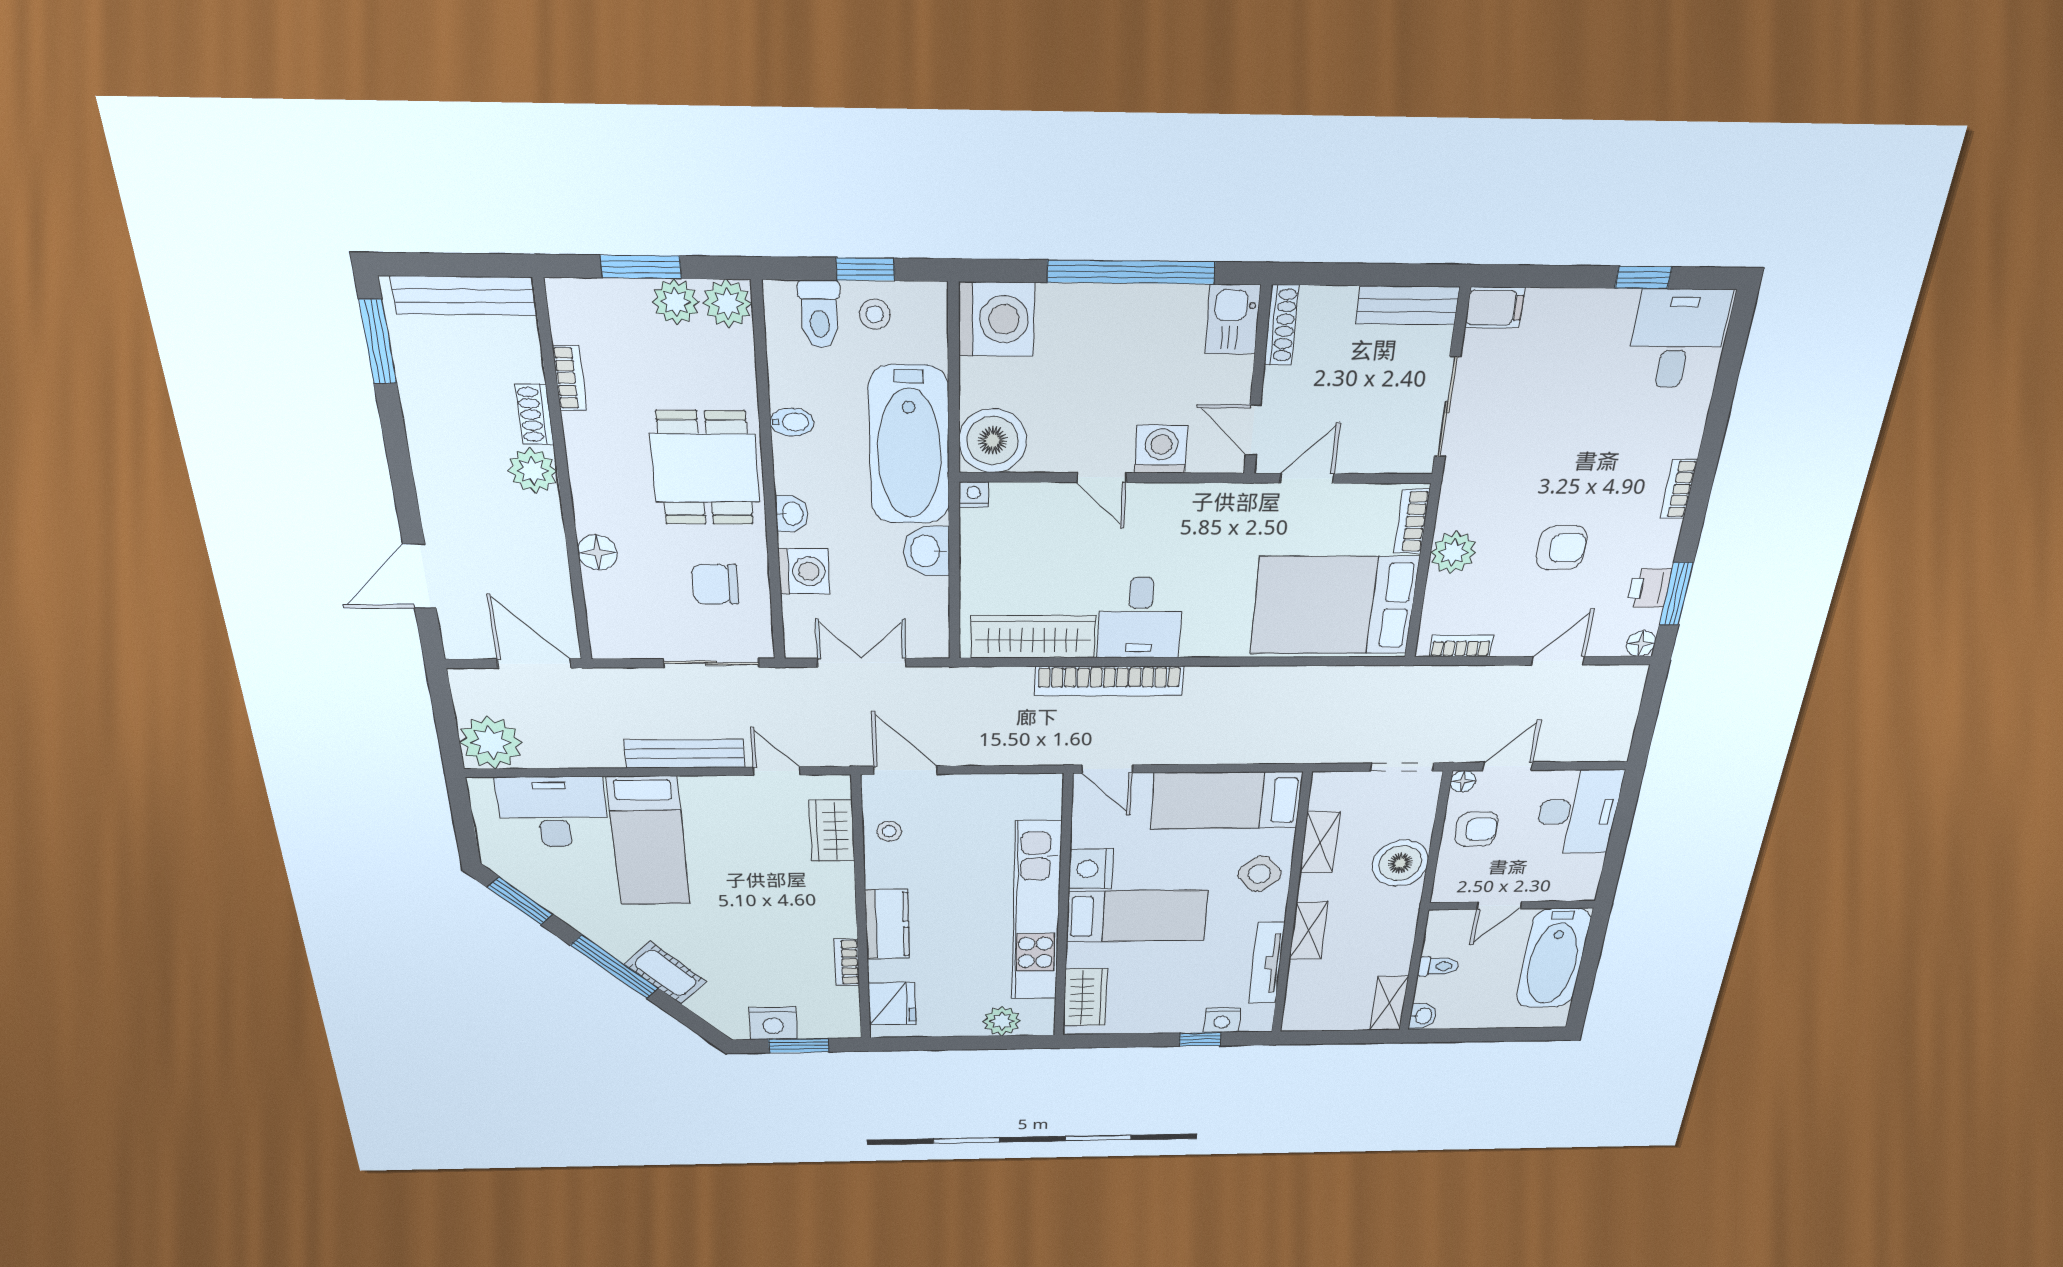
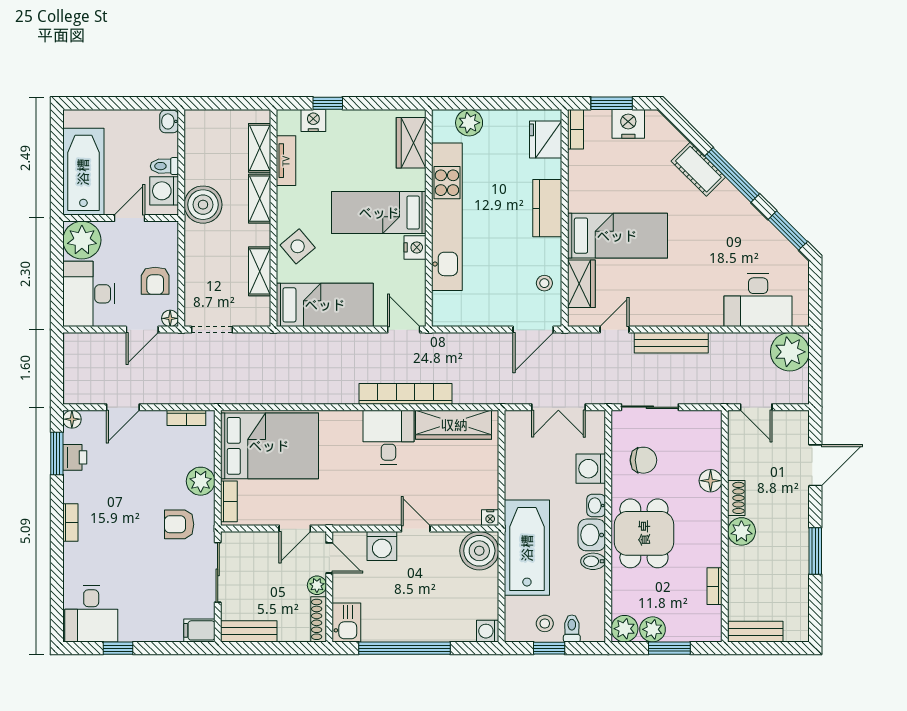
bench: (464, 296) -> (755, 632), width x0.73
toilet: (820, 314) -> (572, 628), width x0.73, depth x0.72
washing machine: (996, 319) -> (488, 631), width x0.53, depth x0.53
window: (378, 342) -> (815, 551), moved
plant: (1279, 384) -> (317, 585), added
shoe rack: (534, 415) -> (736, 498), moved
armchair: (1562, 548) -> (179, 524), moved
washbasin: (926, 551) -> (592, 535), moved, turned 180
door: (534, 663) -> (756, 407), width x0.73
door: (905, 770) -> (533, 330), hinge flipped
door: (777, 771) -> (615, 330), swing flipped
armchair: (1476, 829) -> (155, 281), turned -90
bed: (648, 841) -> (617, 236), moved, turned 90
boiler: (1400, 863) -> (203, 205), moved
nightstand: (1091, 869) -> (415, 247), width x0.74, depth x0.75
plant: (1573, 878) -> (82, 240), added
washing machine: (1444, 938) -> (164, 191), added
bookcase: (847, 962) -> (575, 129), moved
tv unit: (1267, 963) -> (286, 161), width x0.71
shelving: (1389, 1003) -> (260, 148), moved

